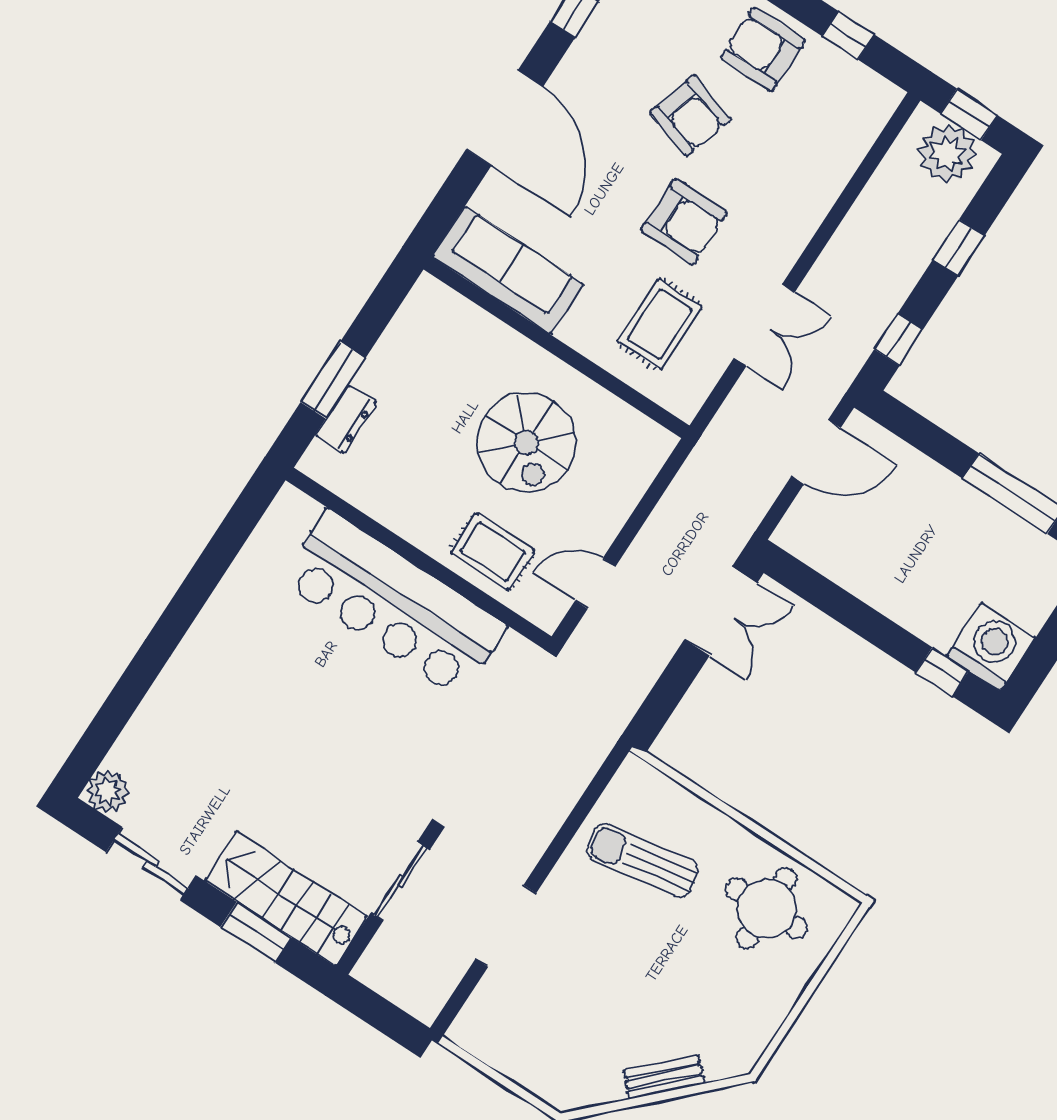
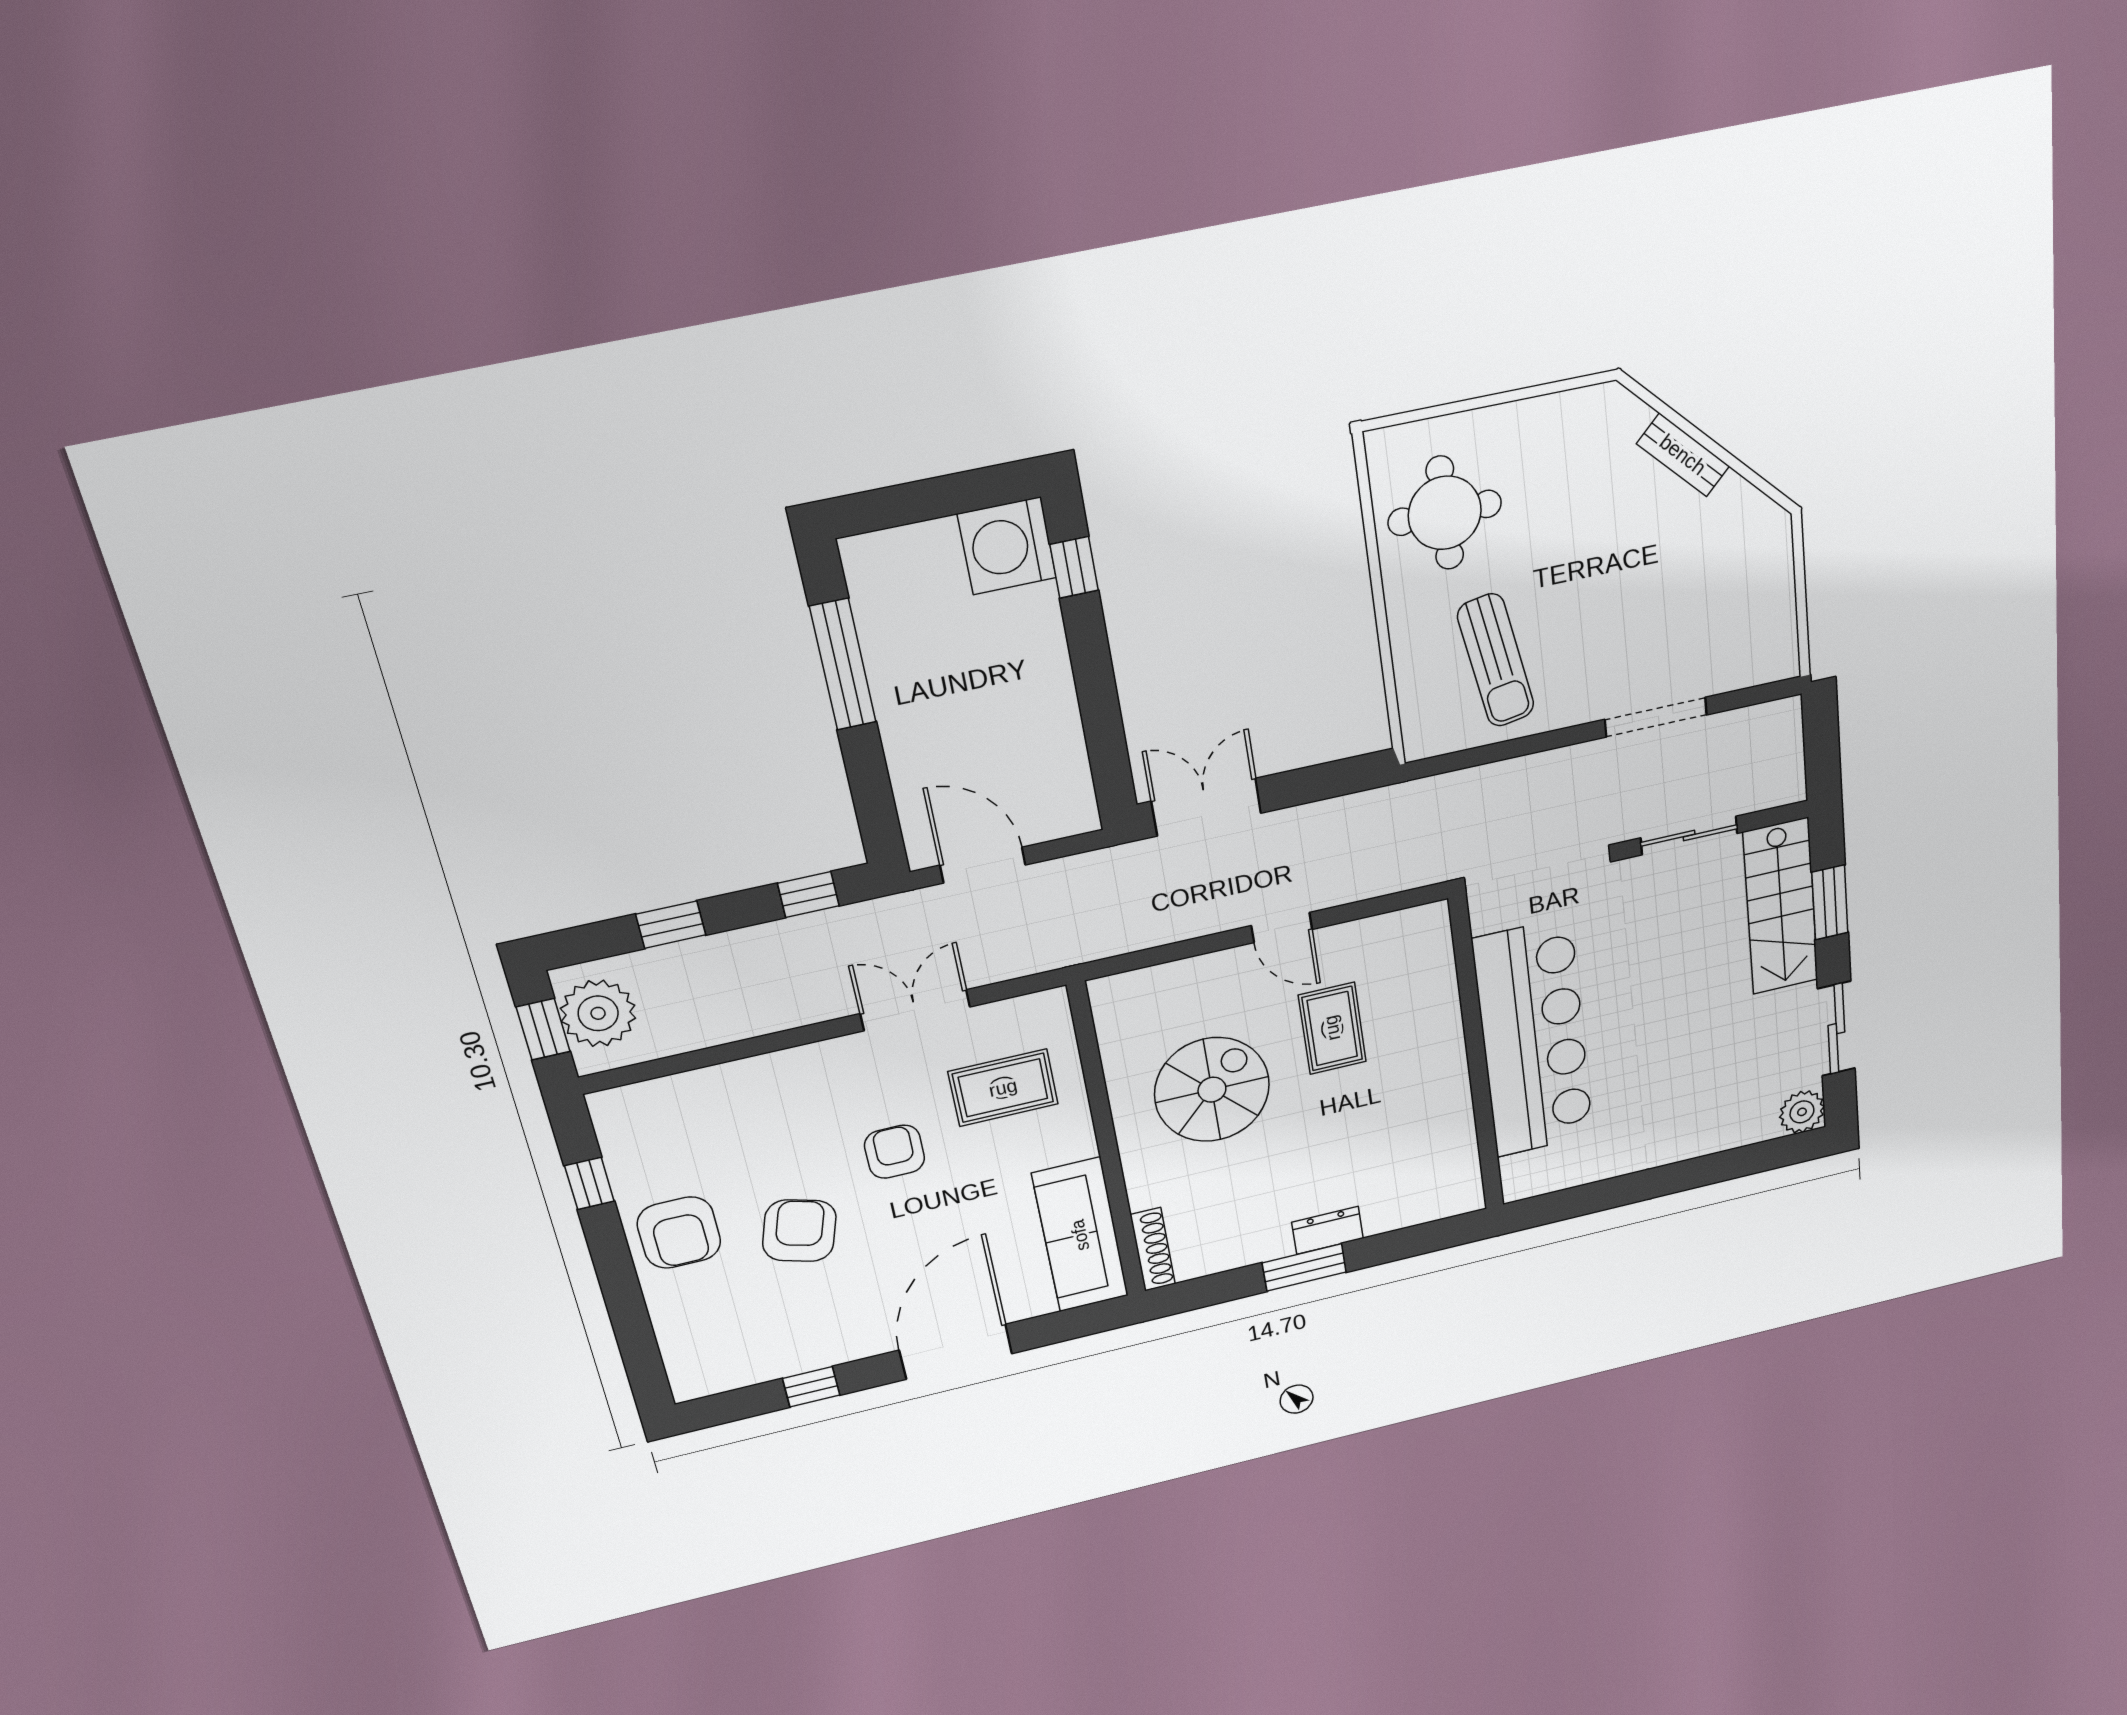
armchair: (684, 222) -> (895, 1152), width x0.72, depth x0.72
shoe rack: (449, 303) -> (1153, 1249), added
wall: (419, 558) -> (1476, 1056), moved
bar counter: (394, 604) -> (1533, 1039), moved

